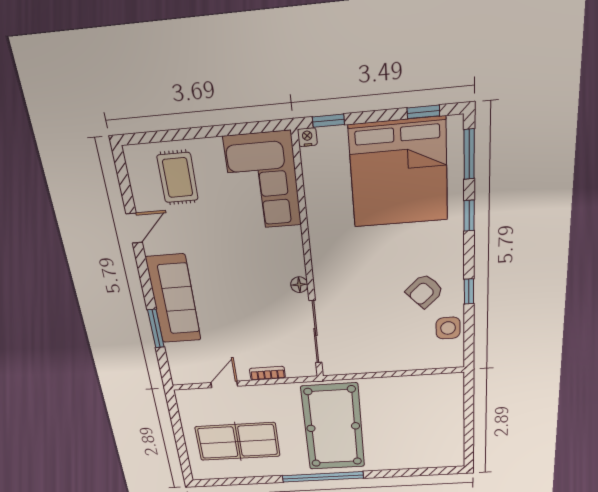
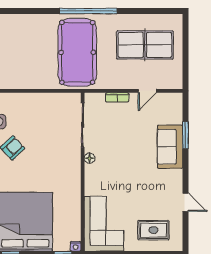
rug: (178, 178) -> (153, 230), turned 90
door: (134, 228) -> (185, 202), swing flipped
sofa: (174, 299) -> (170, 147), width x0.73

